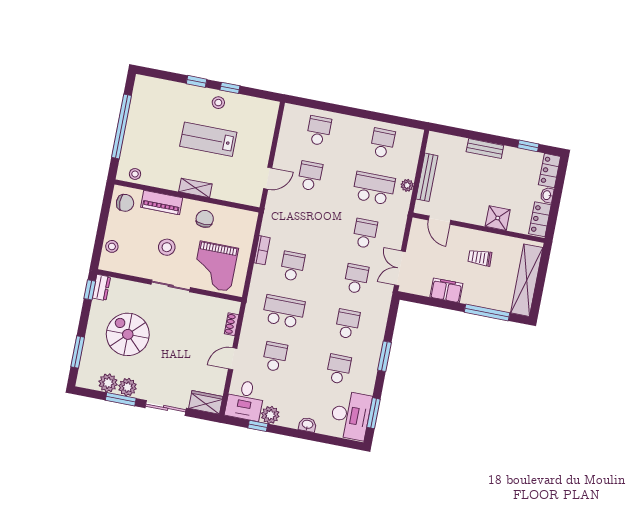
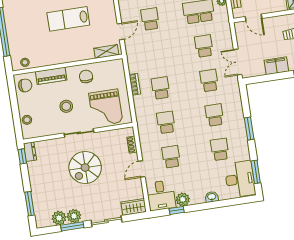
shelving: (195, 188) -> (106, 52), moved
school desk: (284, 312) -> (166, 122), width x0.54
spiral stairs: (128, 334) -> (85, 168), moved, turned -90

